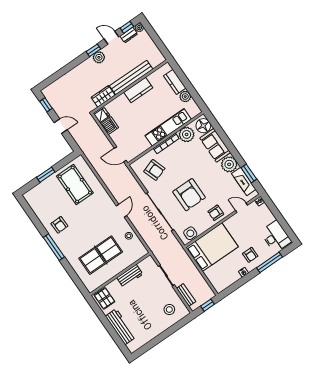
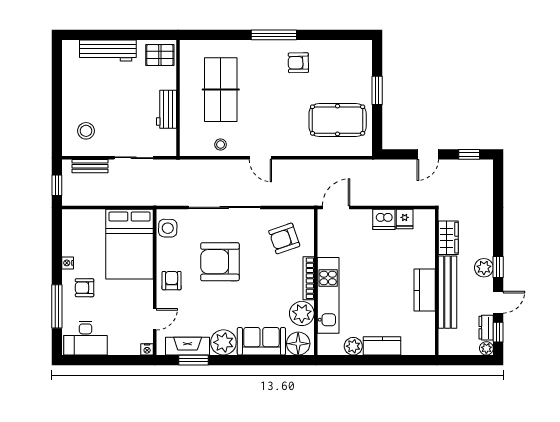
bench: (131, 78) -> (448, 292), moved
wall: (130, 87) -> (437, 282), moved
kitchen counter: (138, 90) -> (425, 290), moved
wardrobe: (103, 96) -> (448, 238), moved

